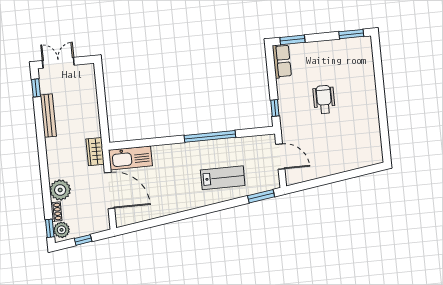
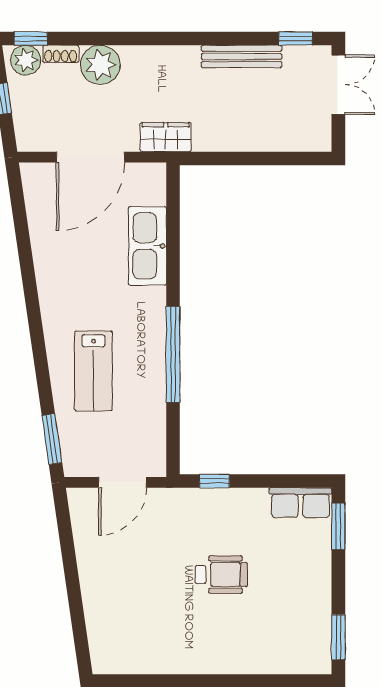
kitchen sink: (130, 158) -> (147, 246), moved

